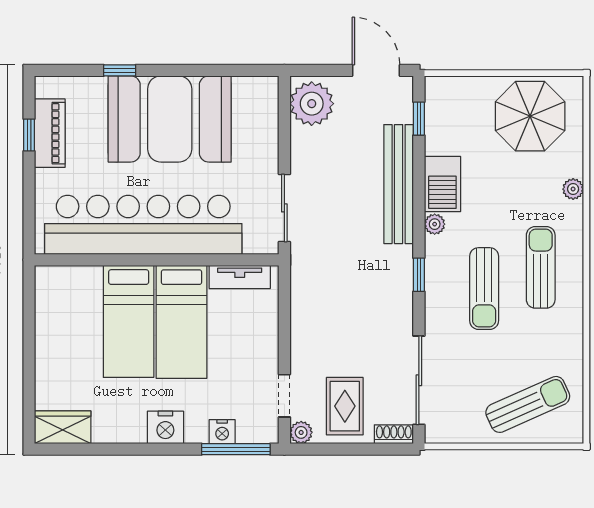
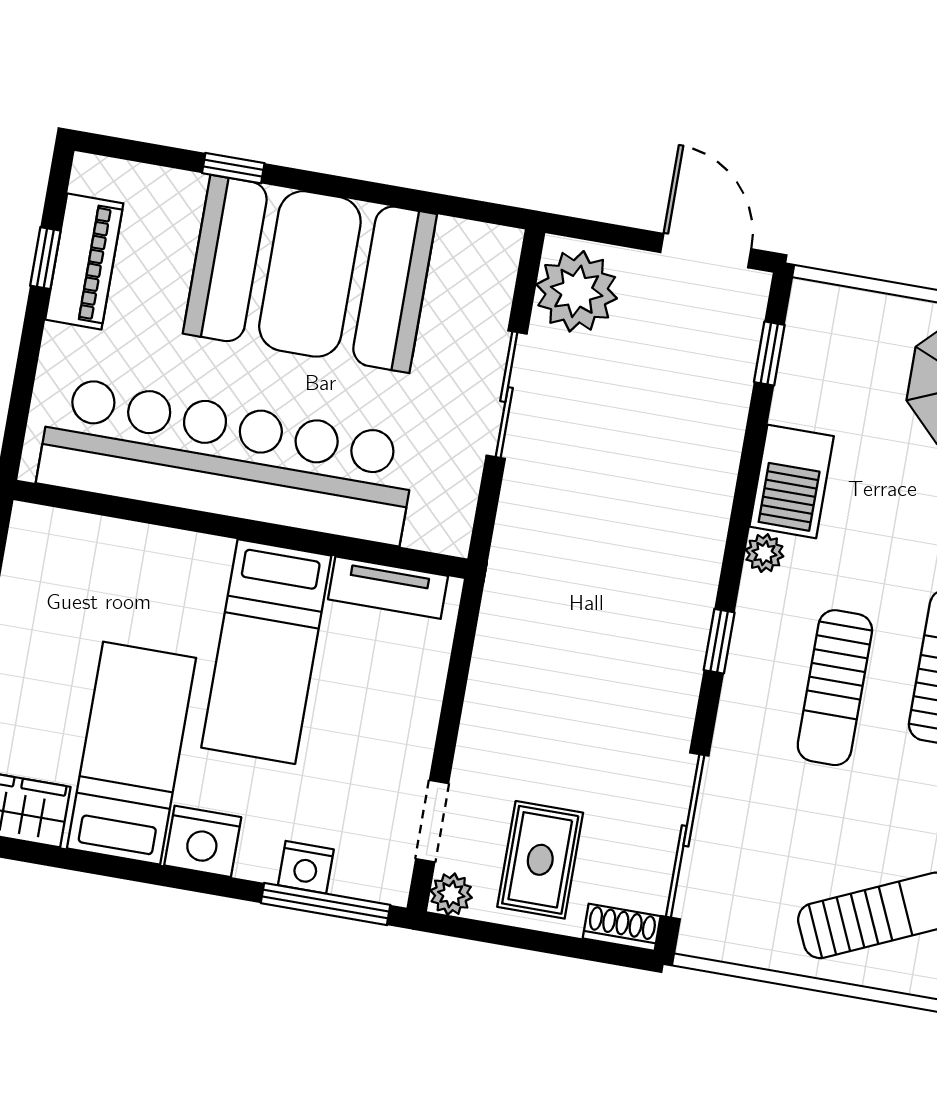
bench: (399, 184) -> (711, 468), removed
sliding door: (284, 208) -> (507, 395), moved
bed: (129, 321) -> (132, 753), moved, turned 180

